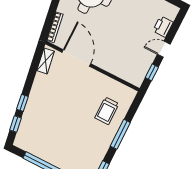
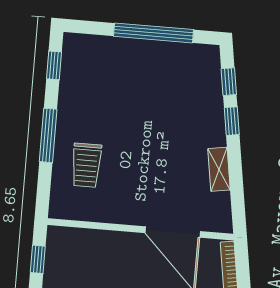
shelving: (46, 61) -> (219, 169), moved
trolley: (107, 111) -> (86, 165), turned 180

